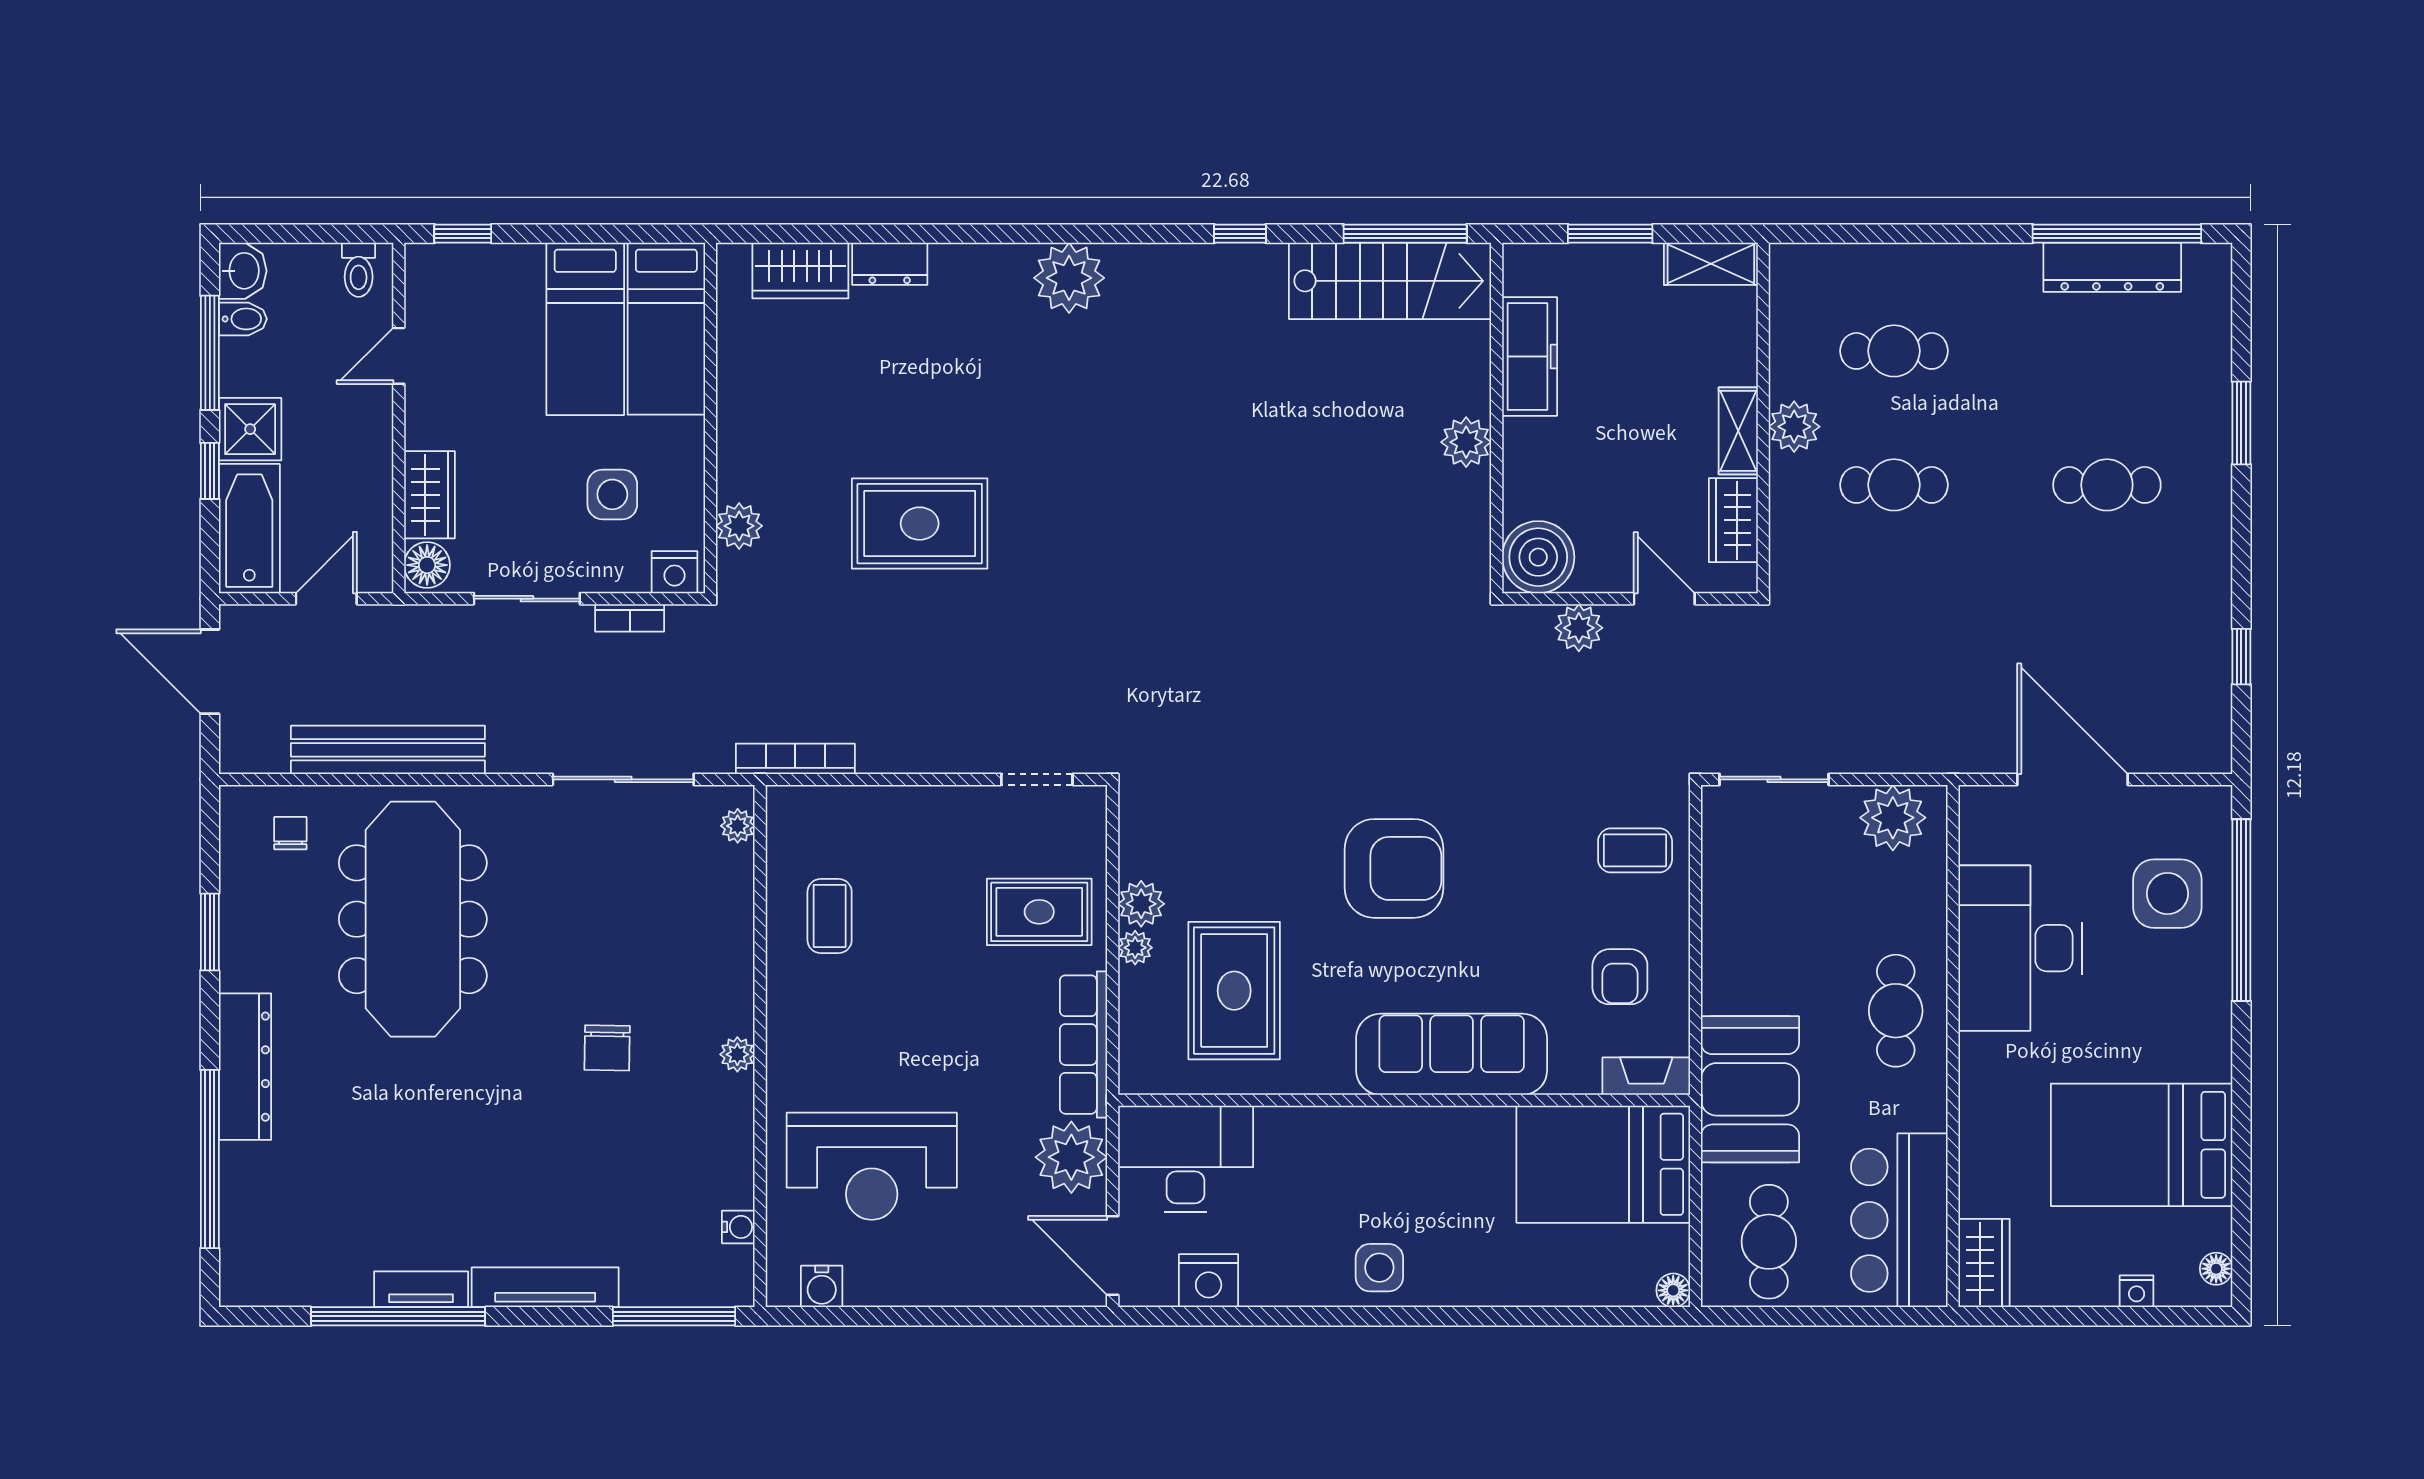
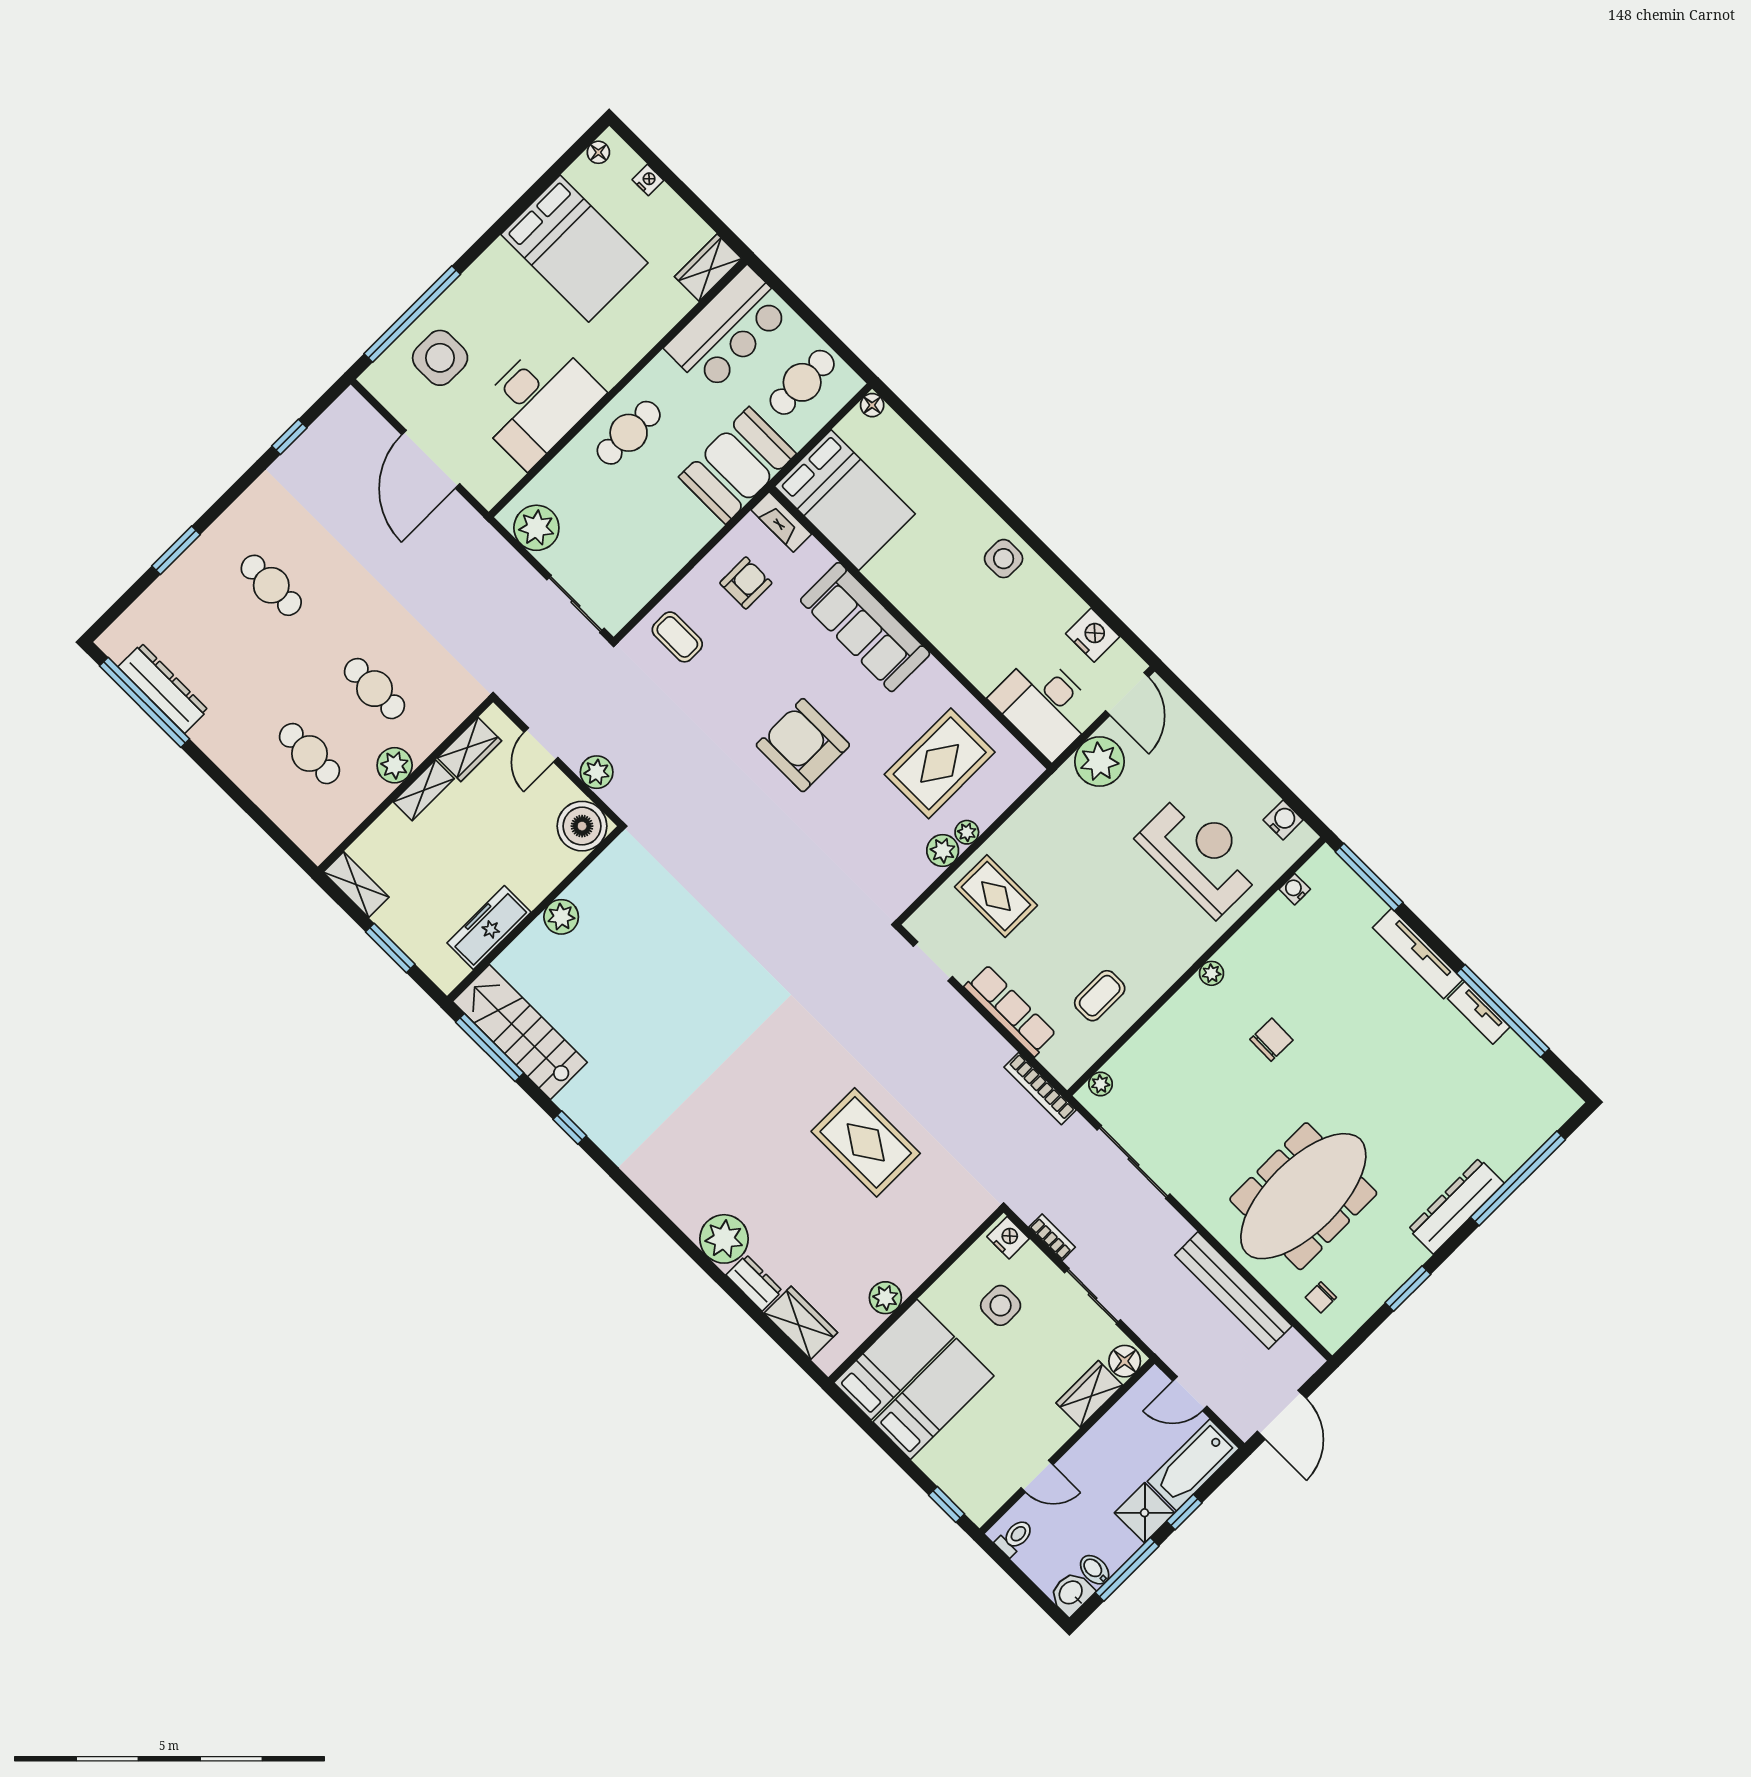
plant: (1069, 278) -> (724, 1239), moved
plant: (739, 526) -> (885, 1298), moved
row of seats: (1084, 1045) -> (1010, 1011), moved, turned -90

